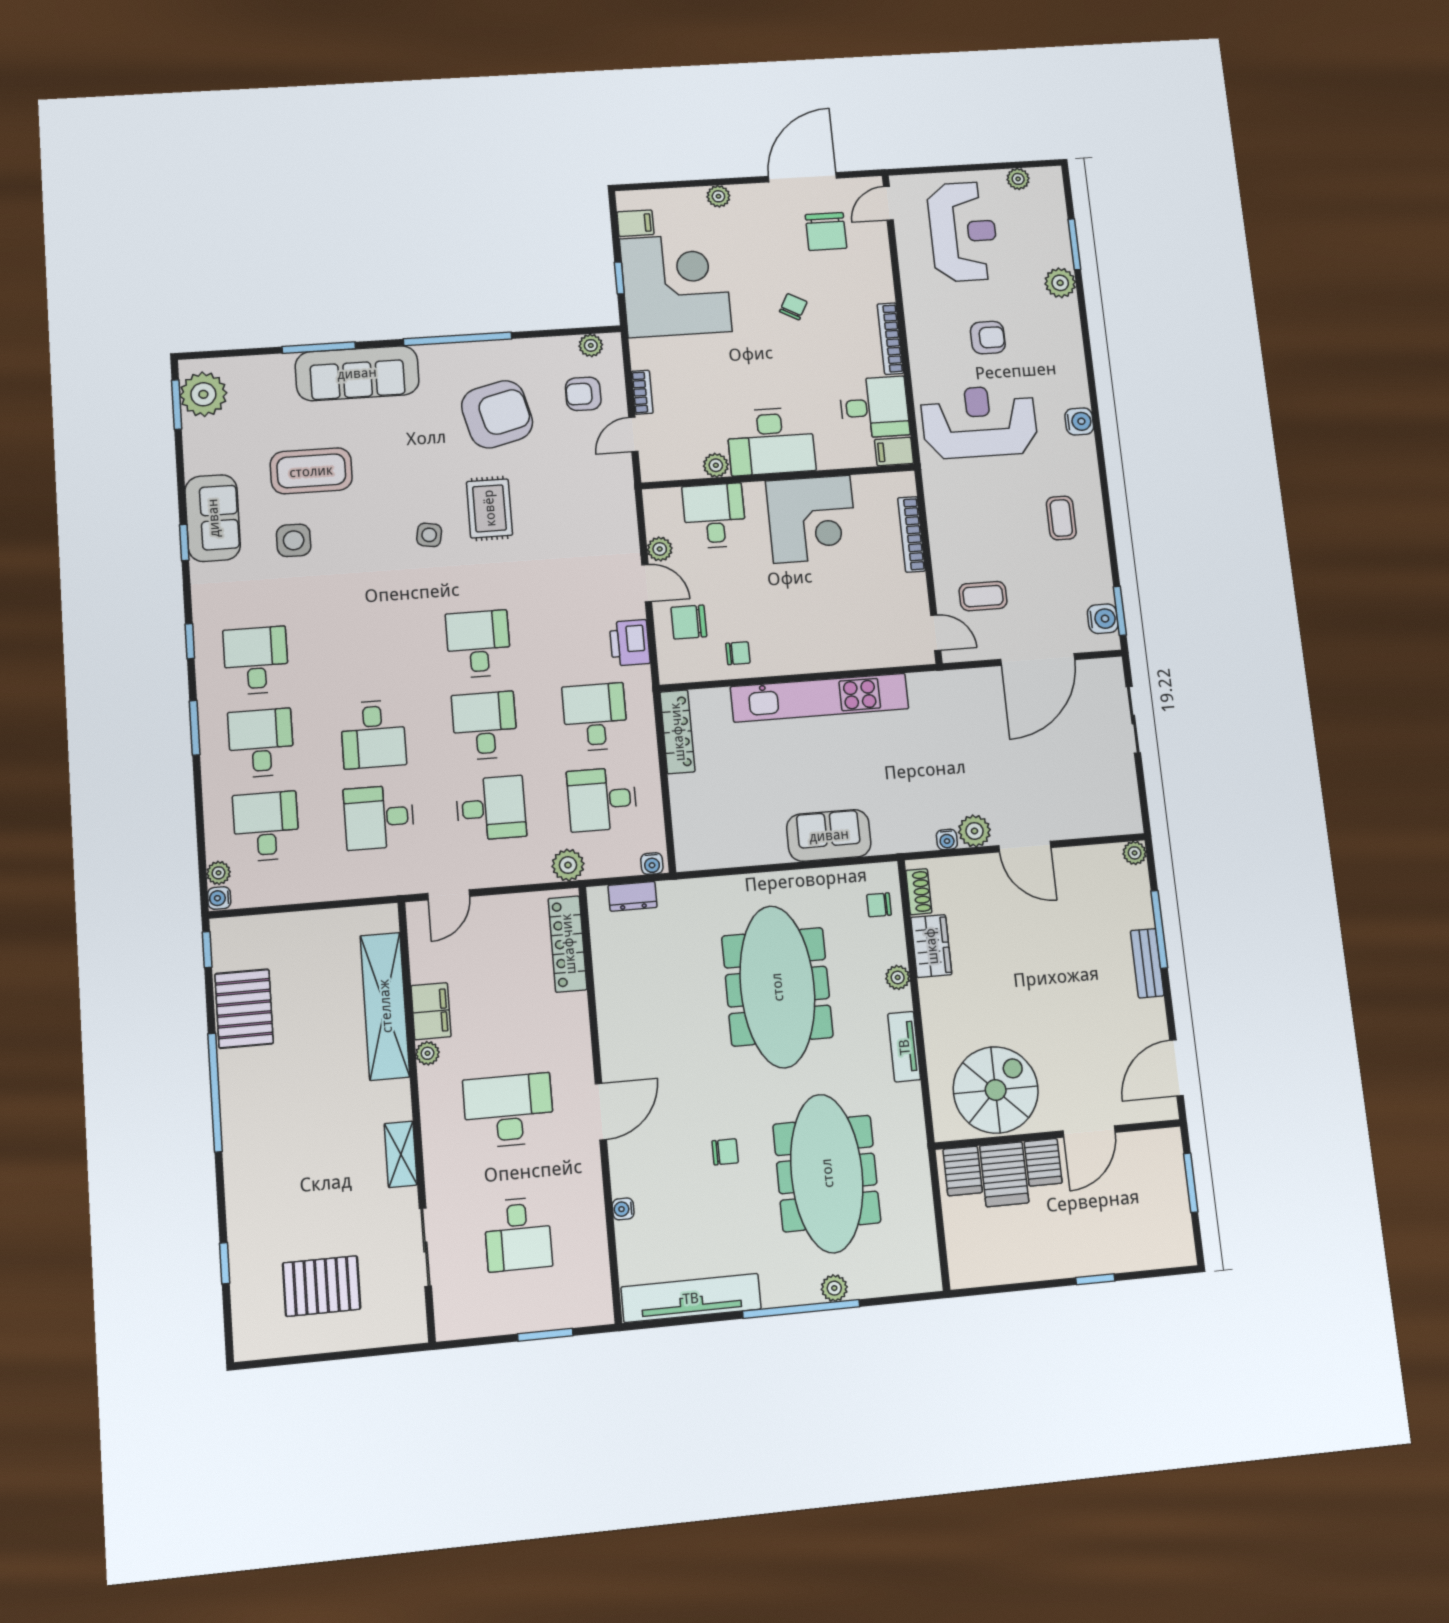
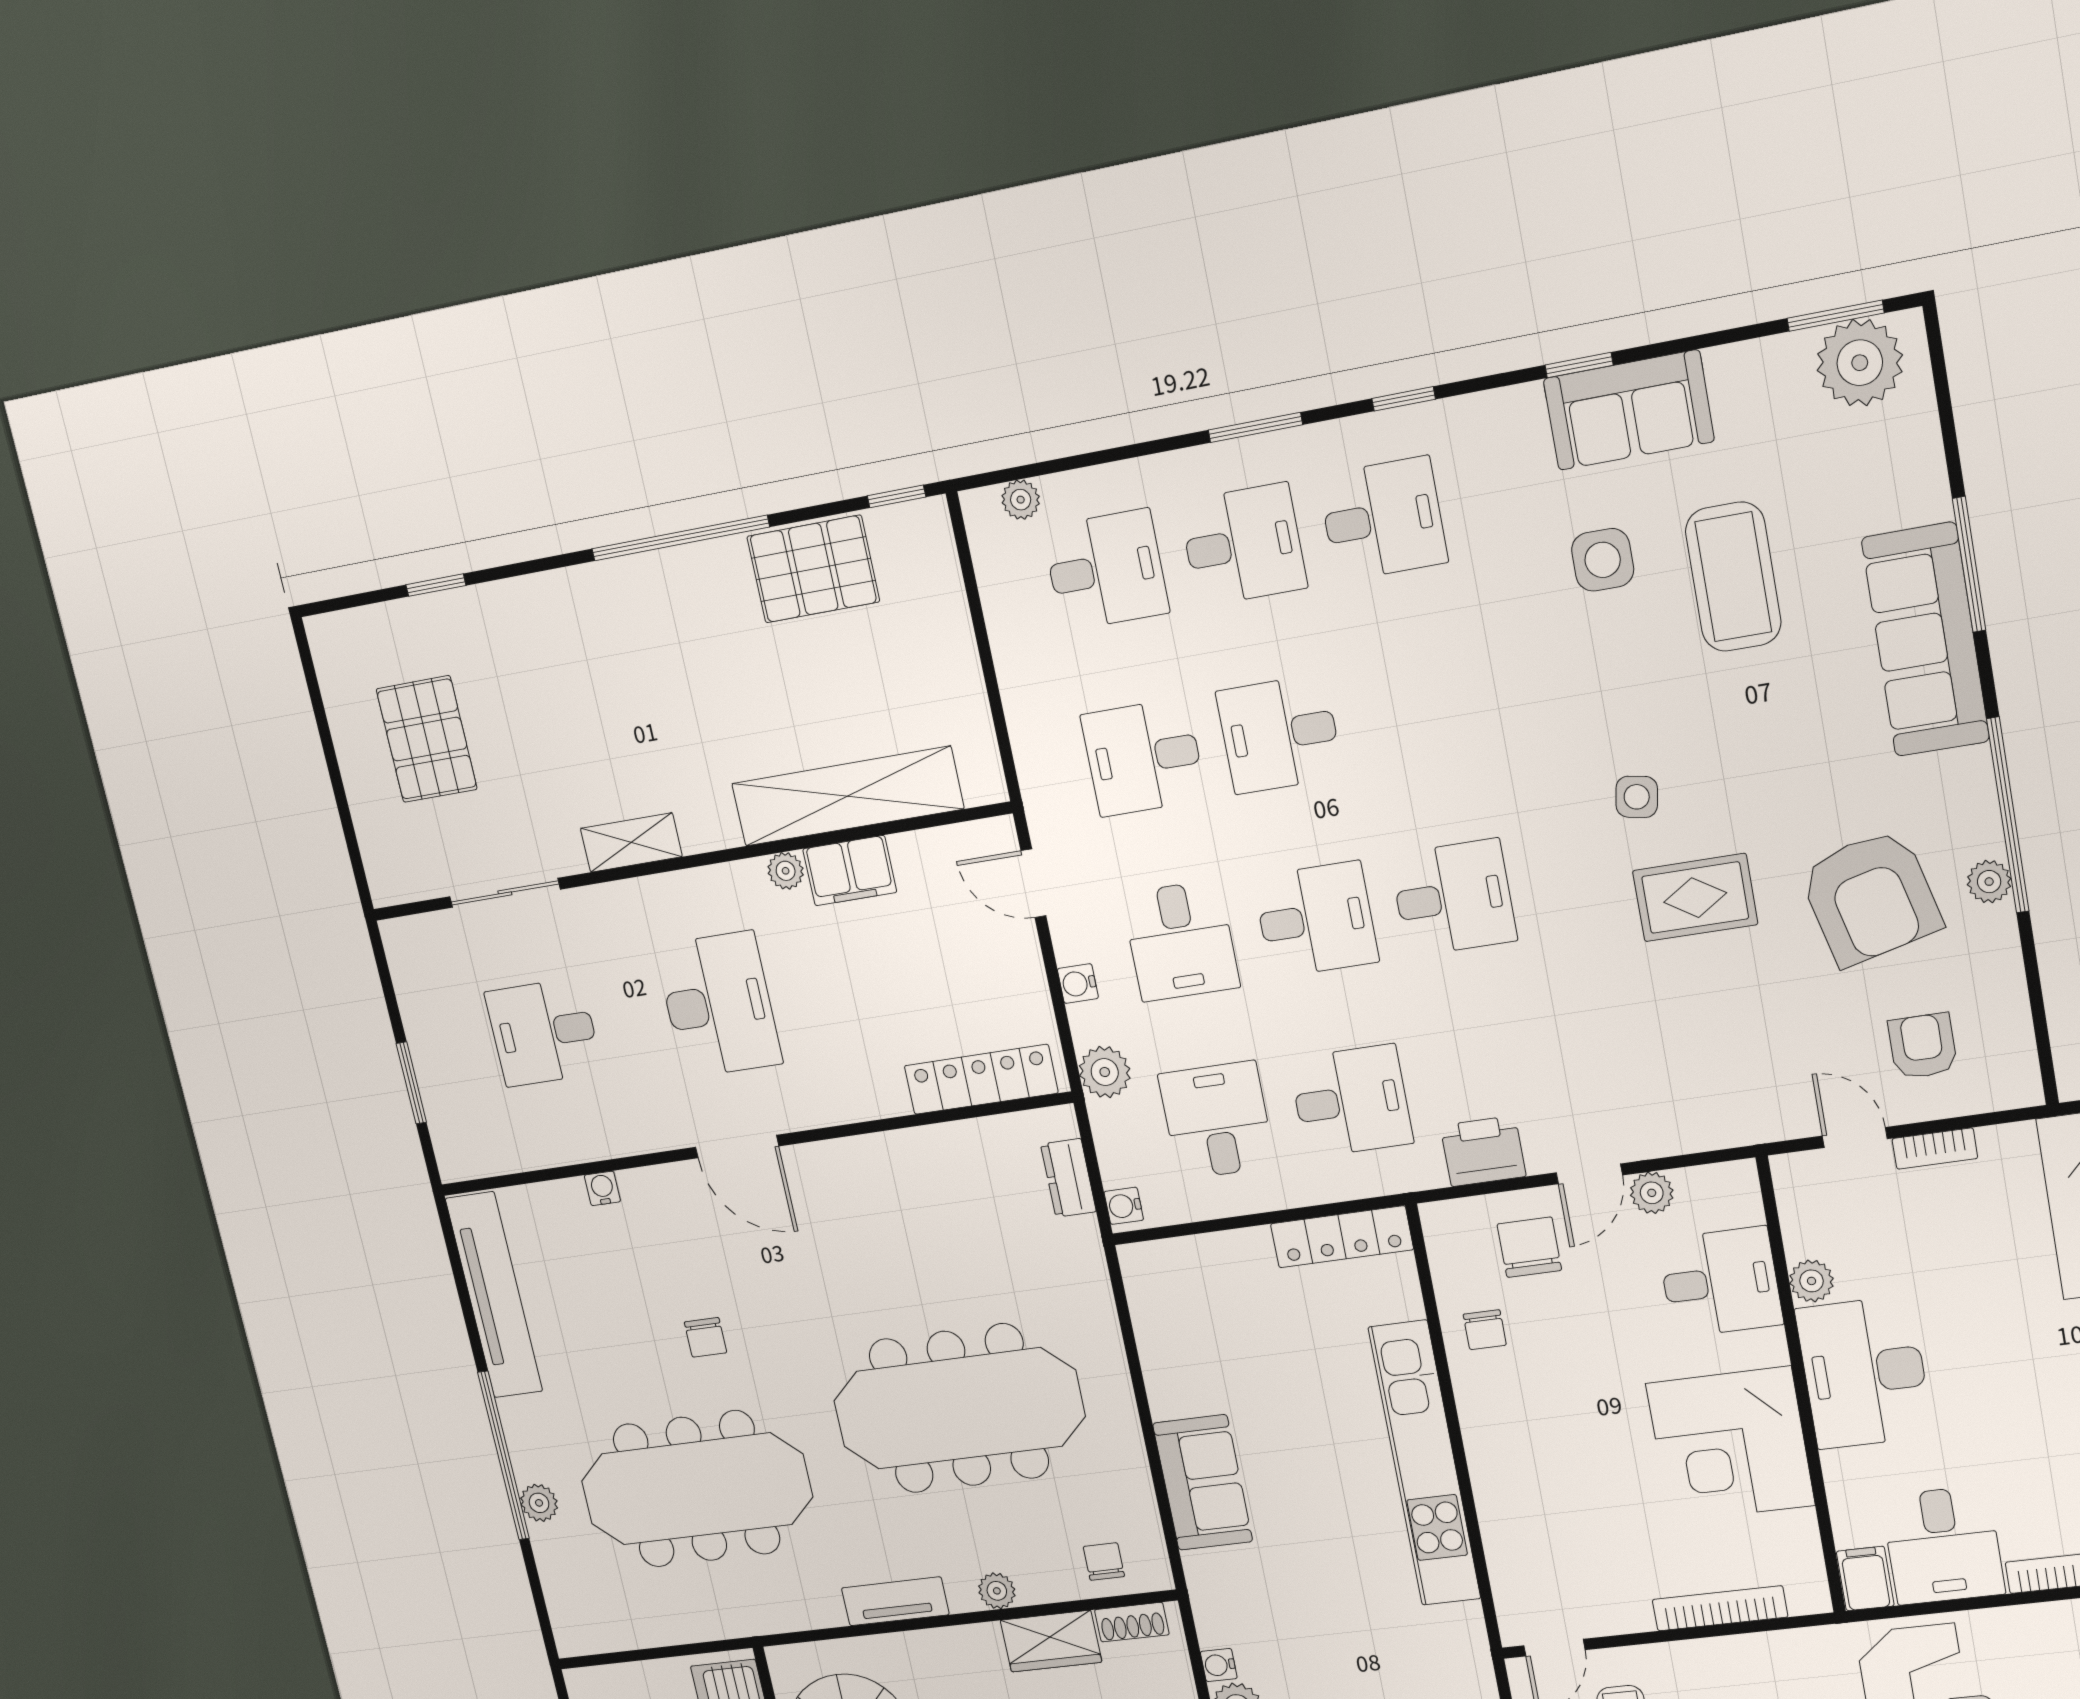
plant: (591, 345) -> (1989, 882), moved
desk: (379, 817) -> (1144, 757), turned -90
water cooler: (219, 898) -> (1078, 984), moved, turned -90

